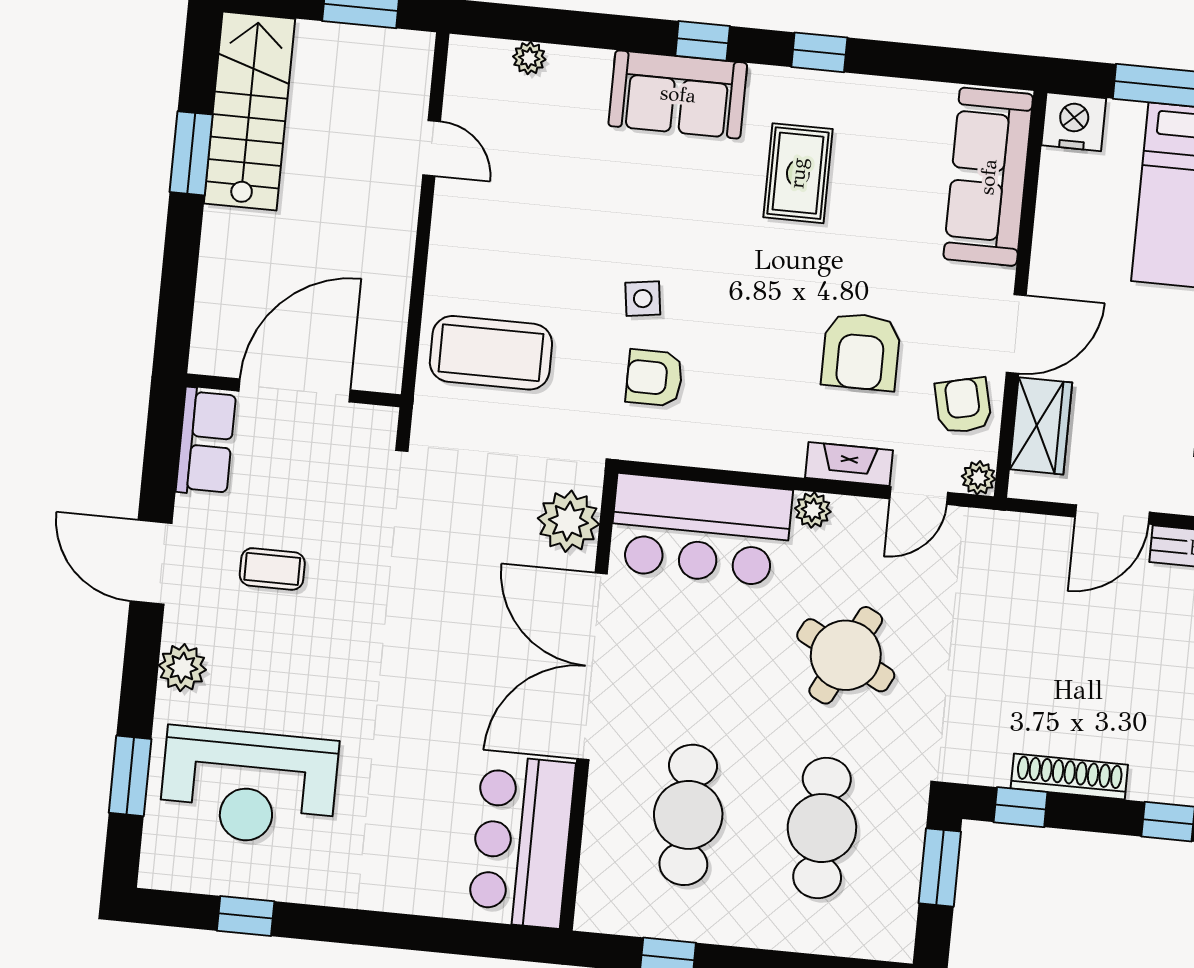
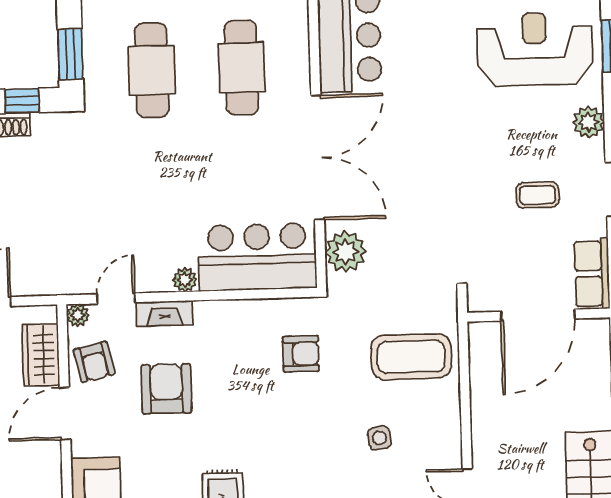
side table: (643, 299) -> (379, 438), moved
round table: (846, 655) -> (151, 187), removed

